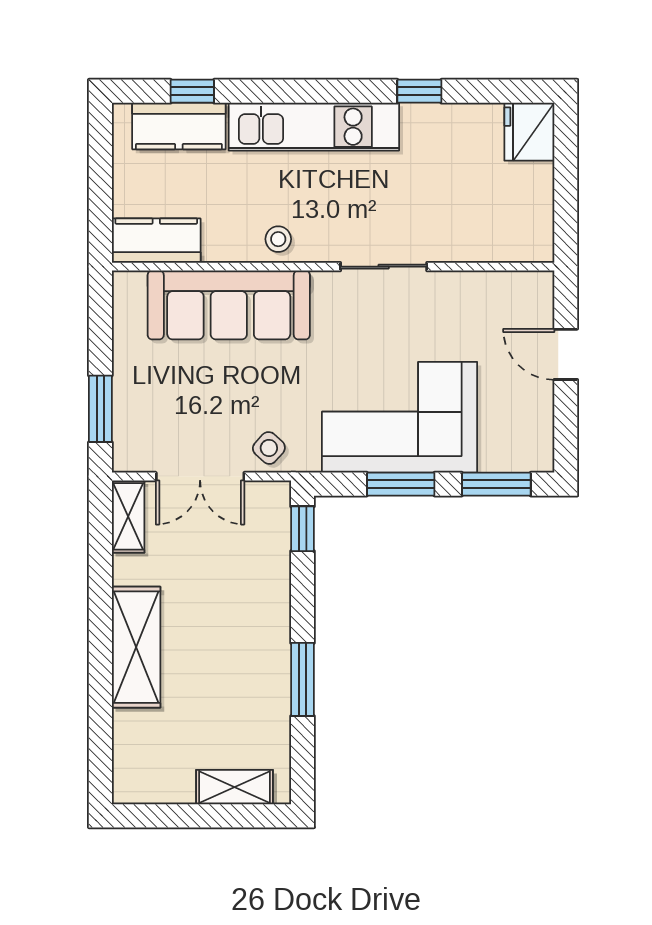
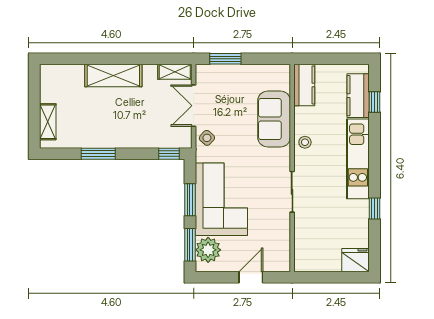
sofa: (229, 305) -> (274, 119), width x0.73
plant: (507, 446) -> (208, 250), added

